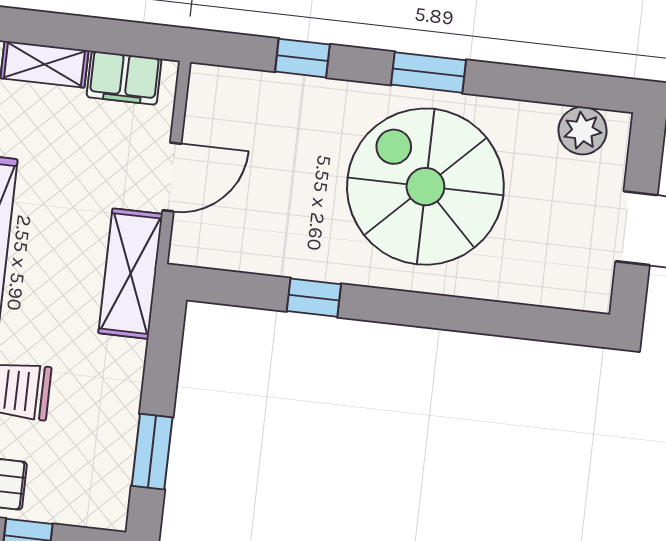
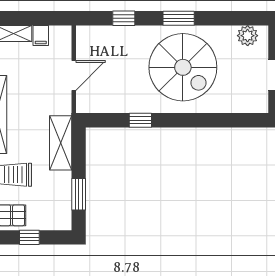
filing cabinet: (124, 78) -> (41, 35), width x0.50
spiral stairs: (425, 187) -> (183, 67), turned 180
shelving: (130, 274) -> (61, 143), moved

